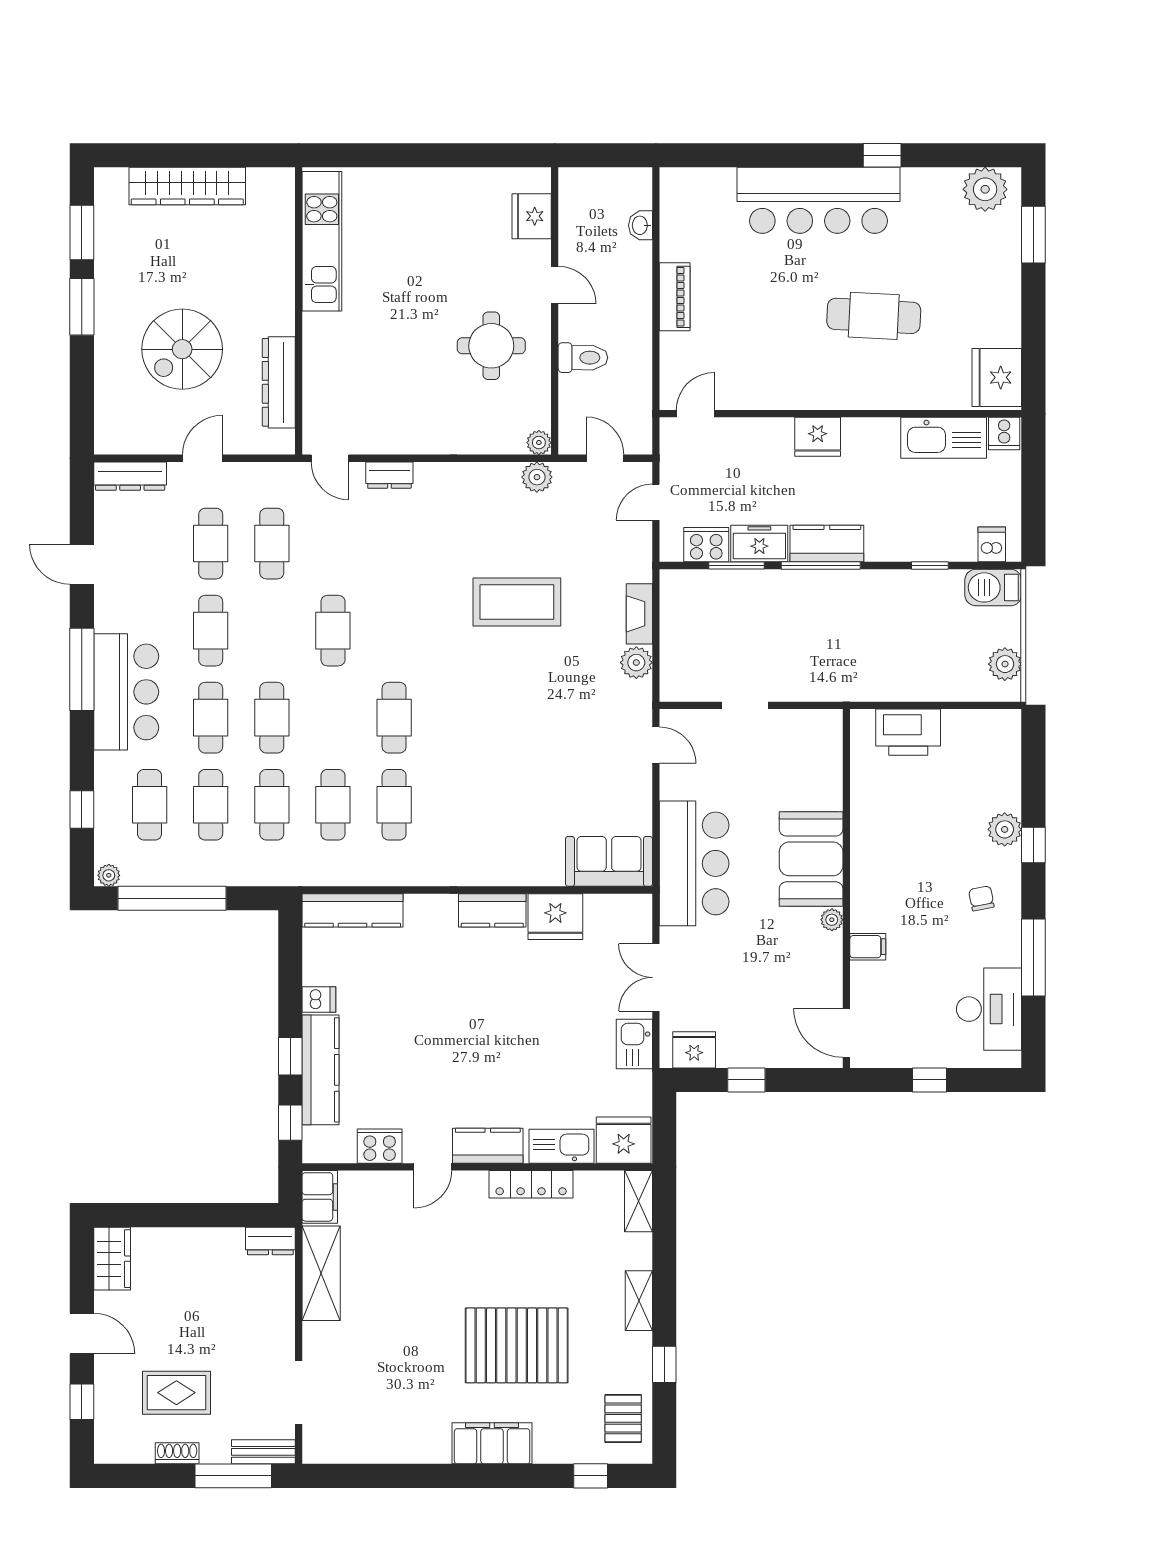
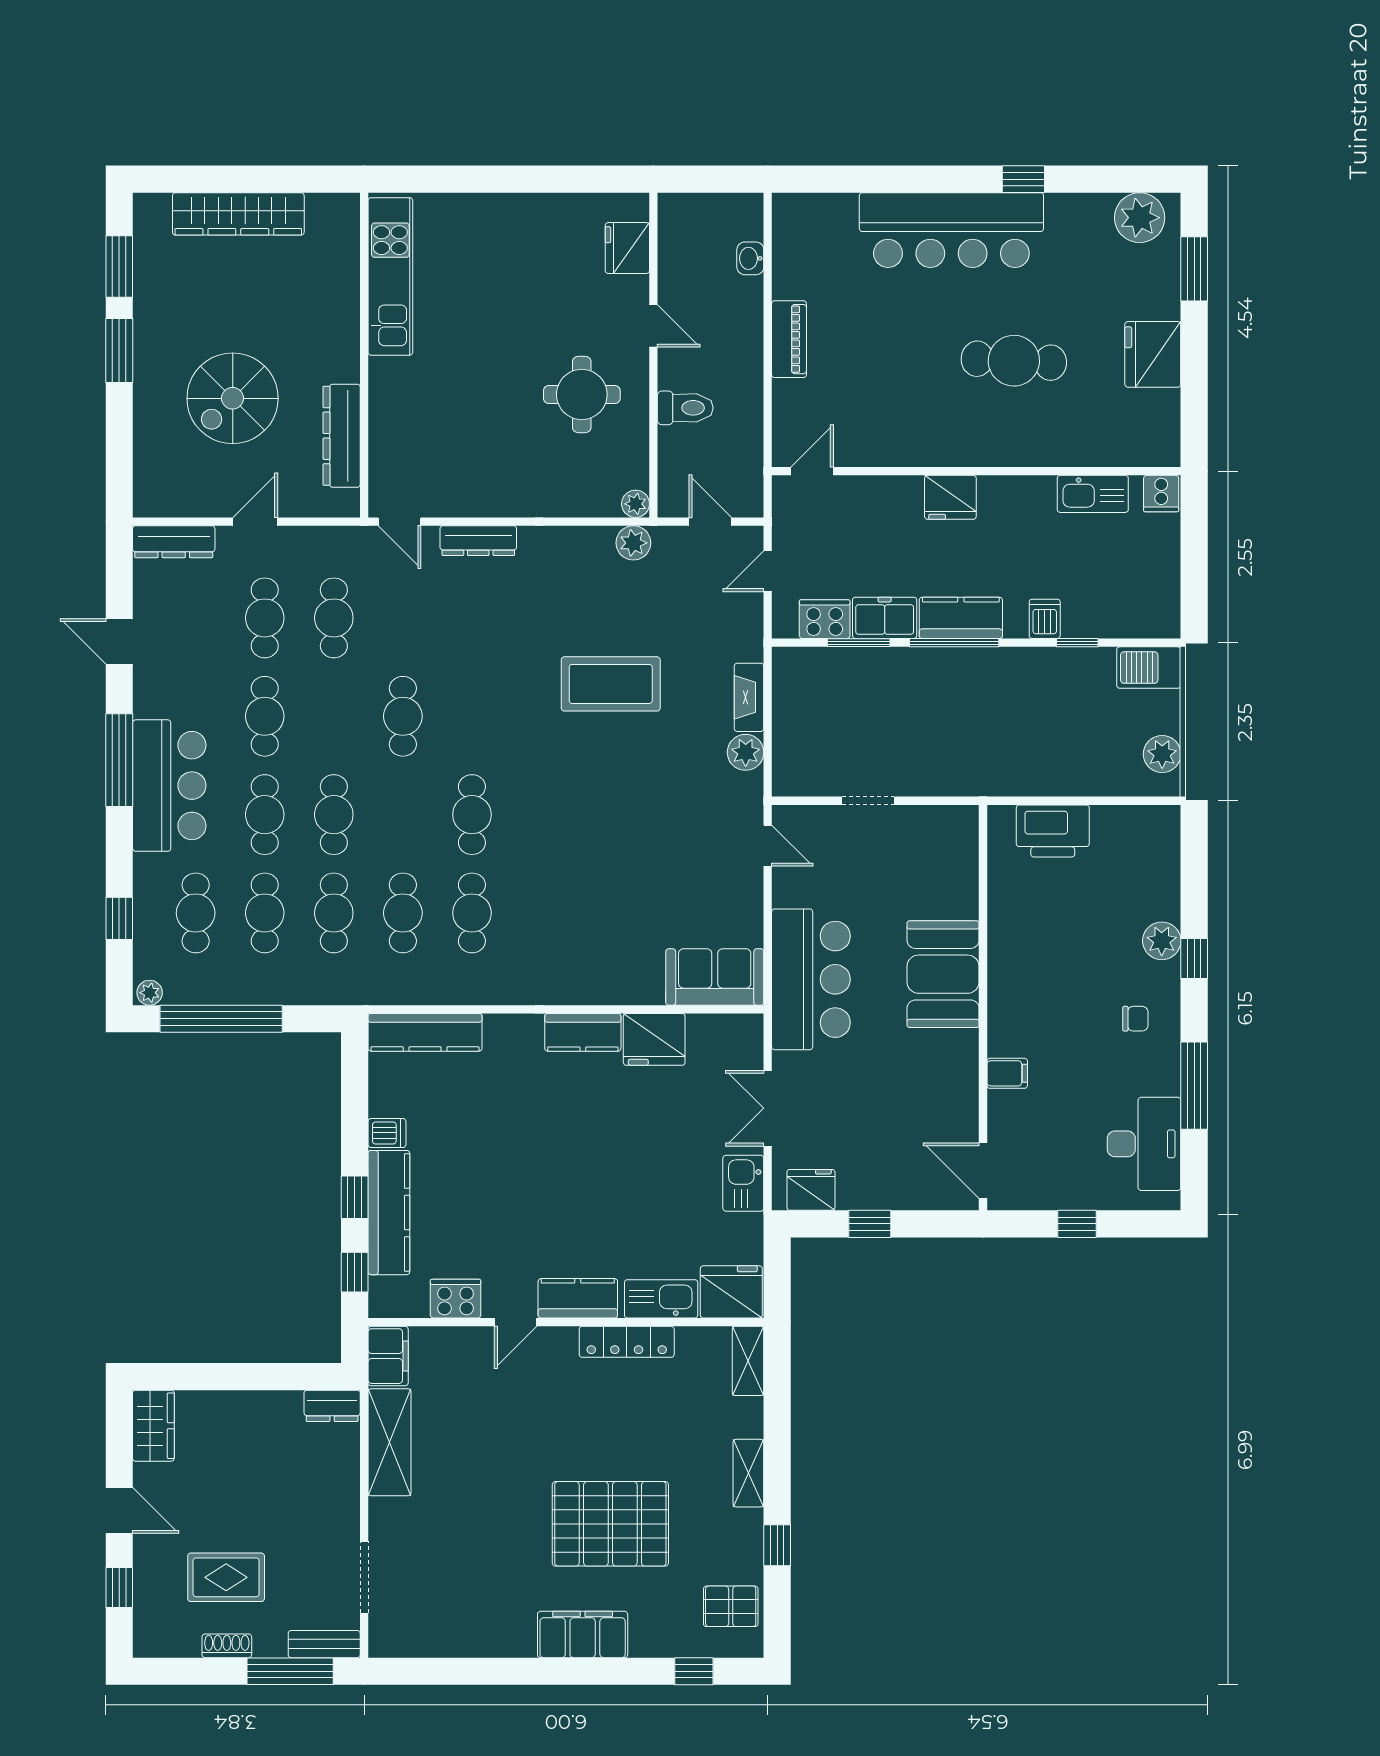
fridge: (997, 377) -> (1153, 354), moved
kitchen sink: (944, 438) -> (1093, 494), width x0.73, depth x0.81
dresser: (389, 475) -> (478, 541), width x1.44
dishwasher: (992, 544) -> (1045, 619), moved
chair: (981, 898) -> (1135, 1019), turned 101
plant: (832, 920) -> (966, 1043), removed
pallet: (623, 1418) -> (731, 1606), turned 90

